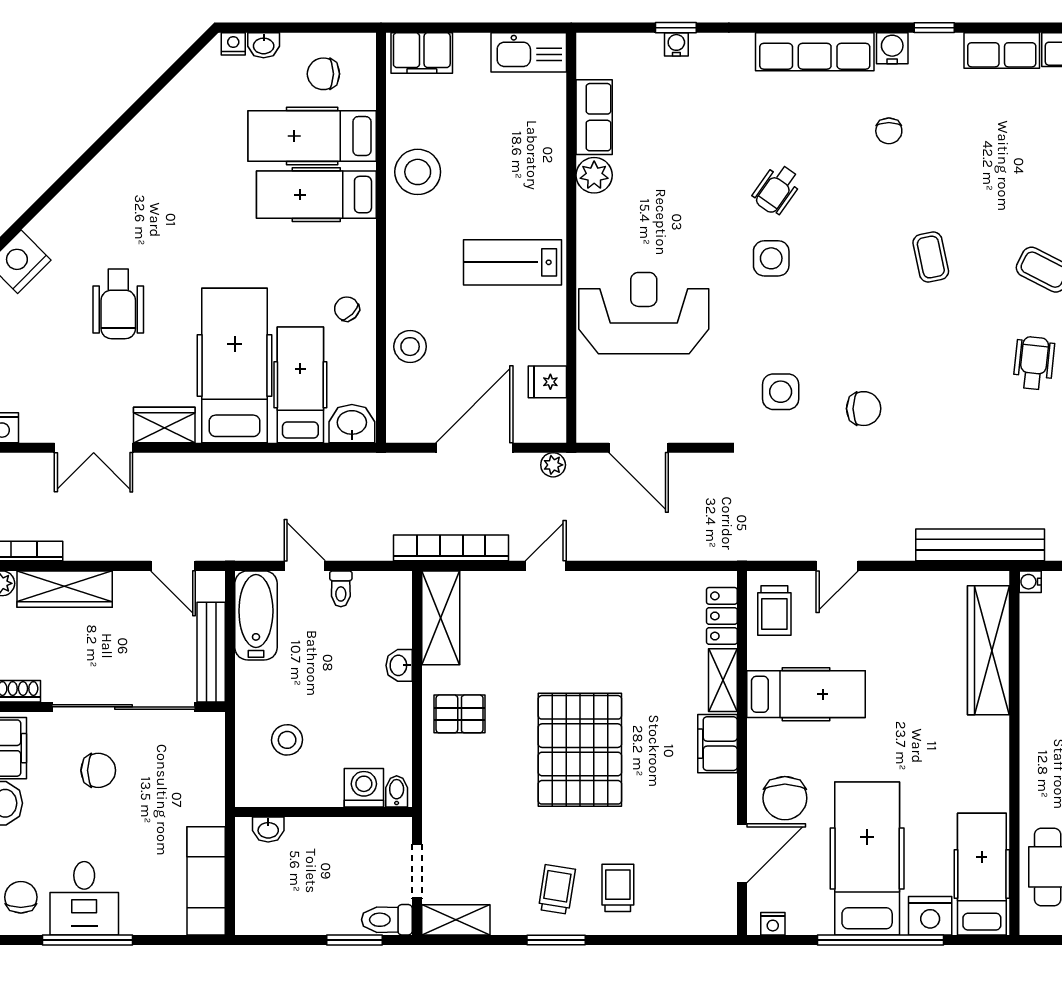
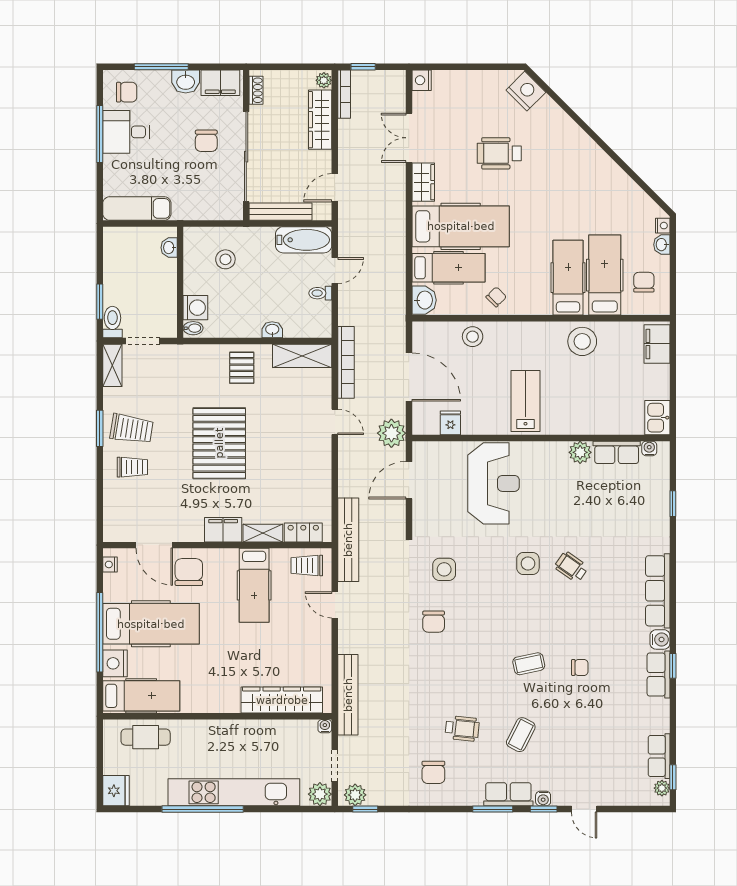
water cooler: (676, 44) -> (649, 448), moved, turned -90
row of seats: (1002, 50) -> (659, 675), moved
kitchen sink: (529, 52) -> (657, 418), width x0.73
chair: (889, 131) -> (580, 667), moved, turned 180
plant: (553, 465) -> (391, 433), width x1.88, depth x1.88
bench: (733, 544) -> (348, 540), added
pallet: (580, 750) -> (219, 443), turned 90
chair: (785, 798) -> (189, 572), turned 90
trolley: (557, 889) -> (132, 429), width x1.36, depth x1.39

